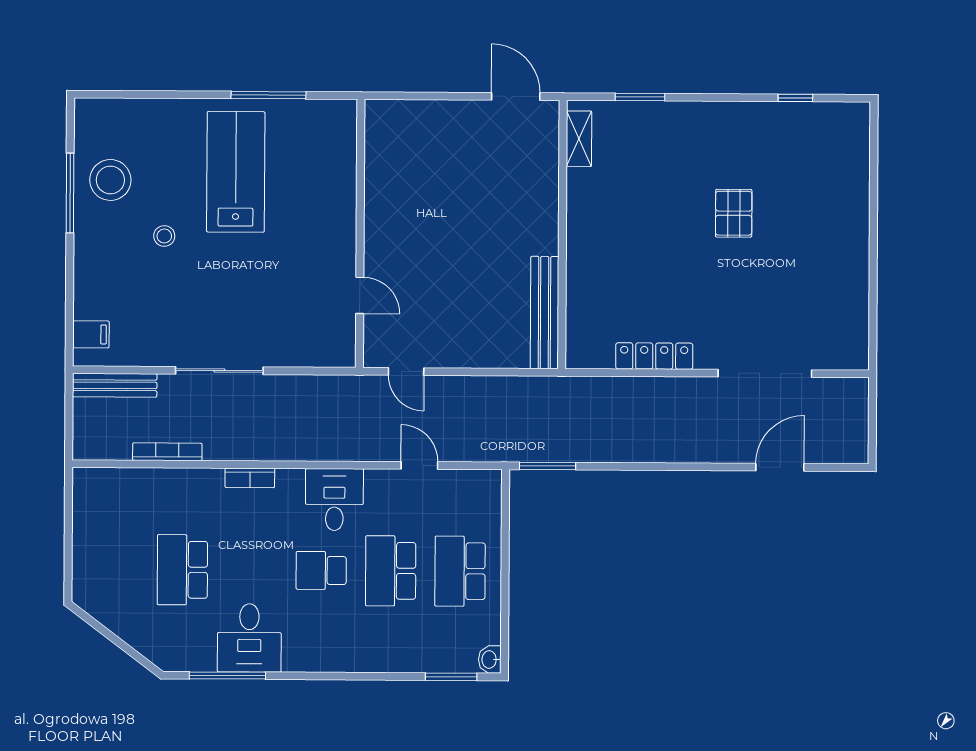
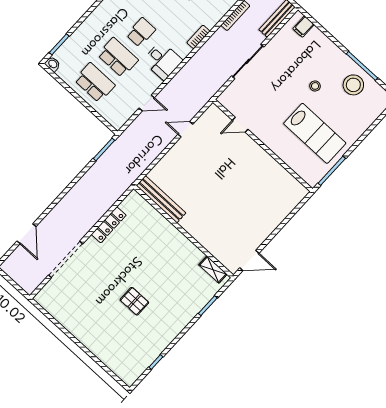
wall: (360, 233) -> (263, 145), moved
door: (360, 295) -> (240, 125), moved

